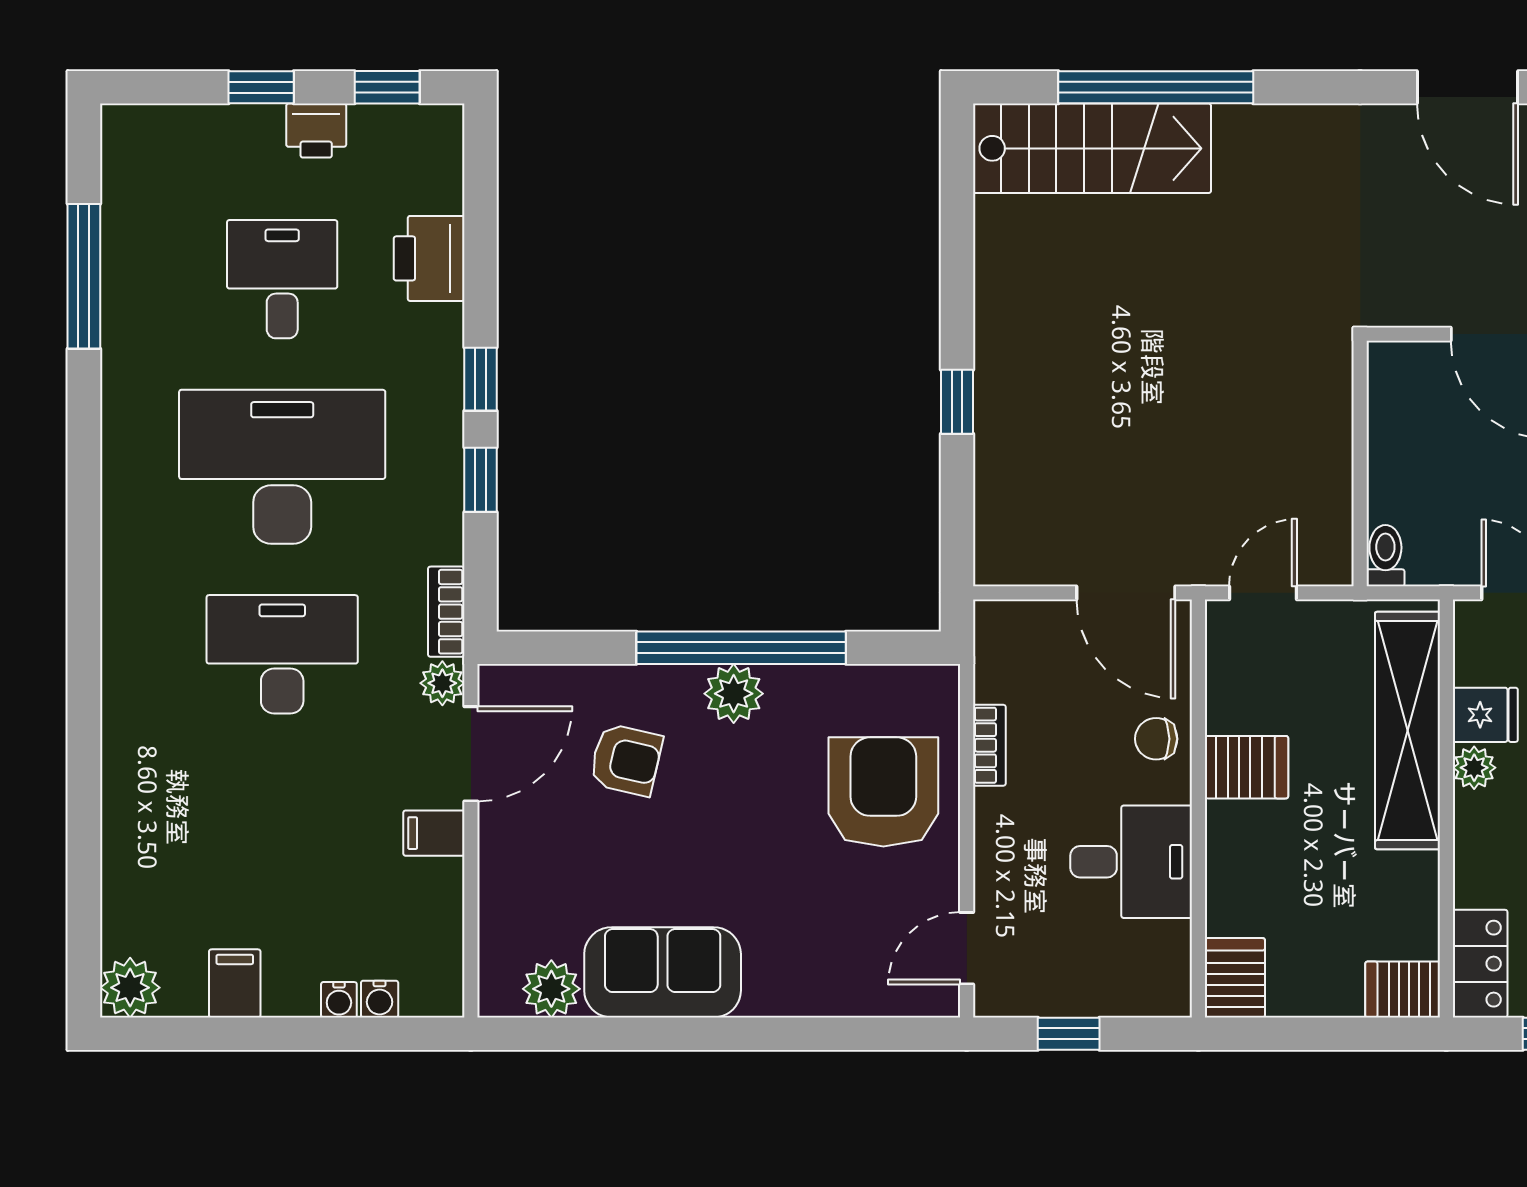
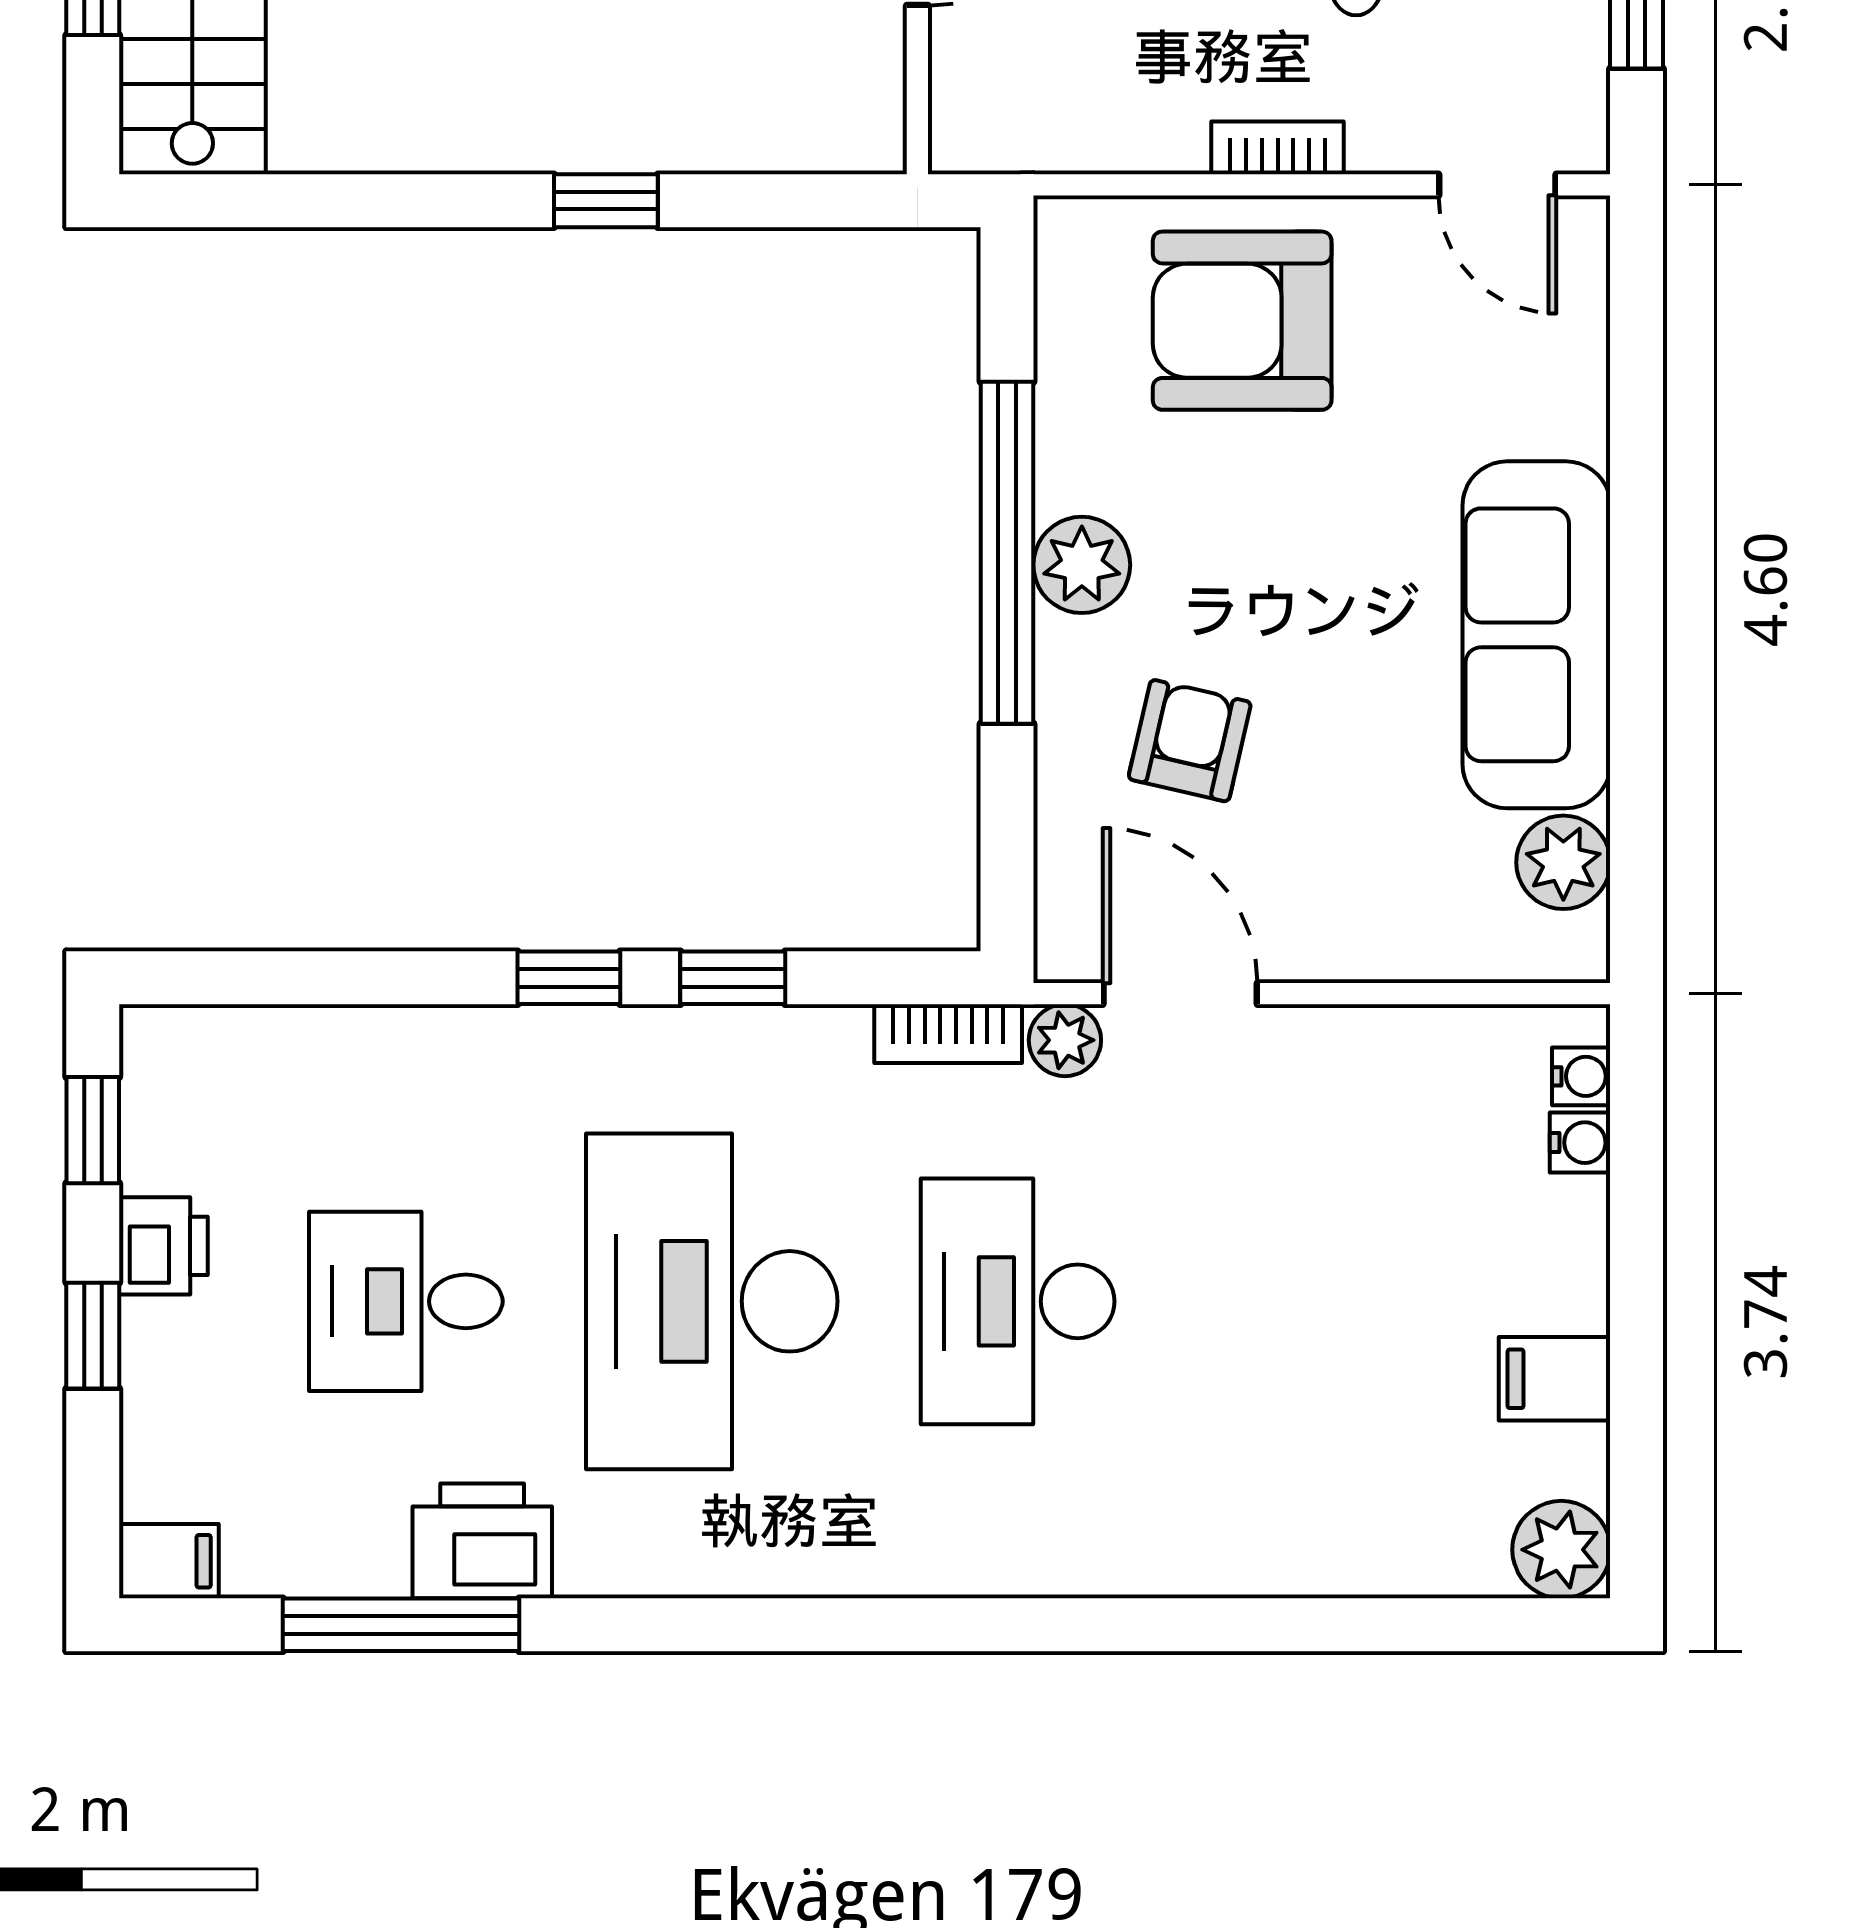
printer: (429, 258) -> (482, 1541), moved, turned 180
bookcase: (989, 745) -> (1278, 148), moved
filing cabinet: (434, 833) -> (169, 1561), moved, turned -90
sofa: (663, 972) -> (1536, 635), width x1.36
water cooler: (339, 1000) -> (1581, 1076), moved

